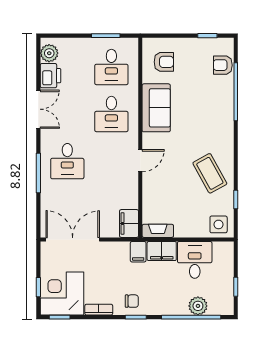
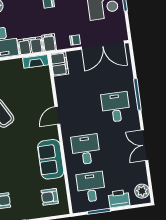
printer: (50, 76) -> (119, 199), moved, turned 90
chair: (106, 251) -> (75, 40), added

